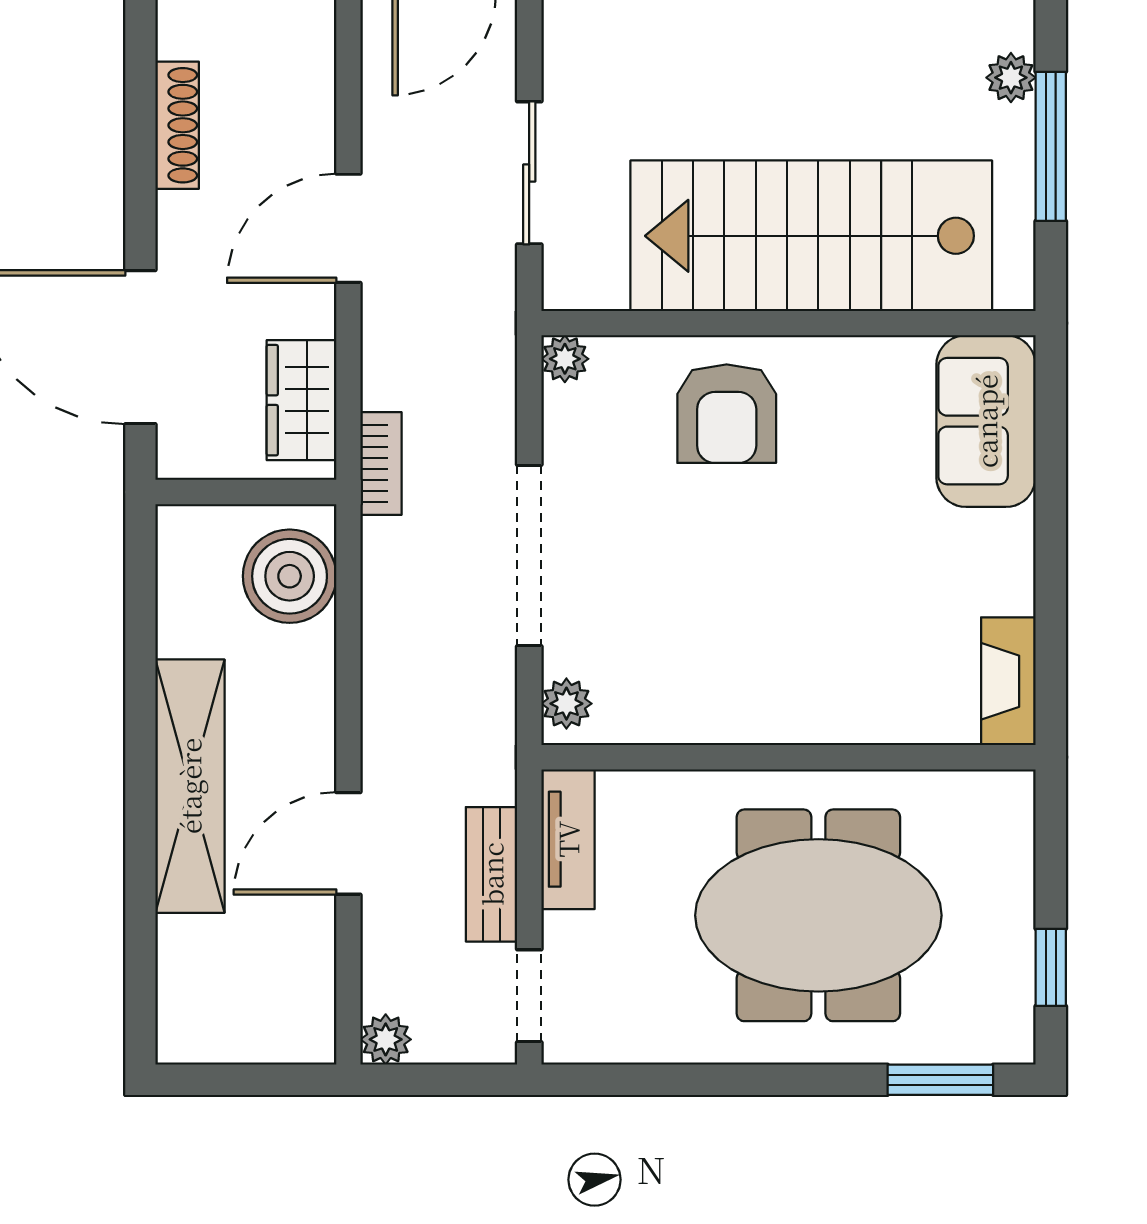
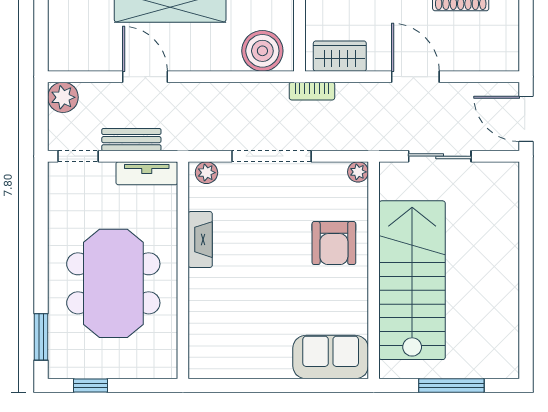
plant: (1011, 78) -> (482, 368), removed
armchair: (727, 414) -> (334, 243), turned -90
fireplace: (1008, 681) -> (200, 240), moved, turned 90
plant: (386, 1039) -> (63, 97), width x1.38, depth x1.38

